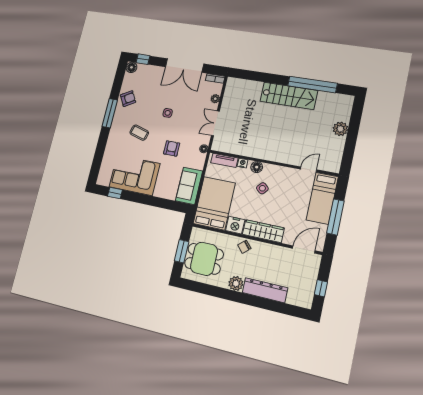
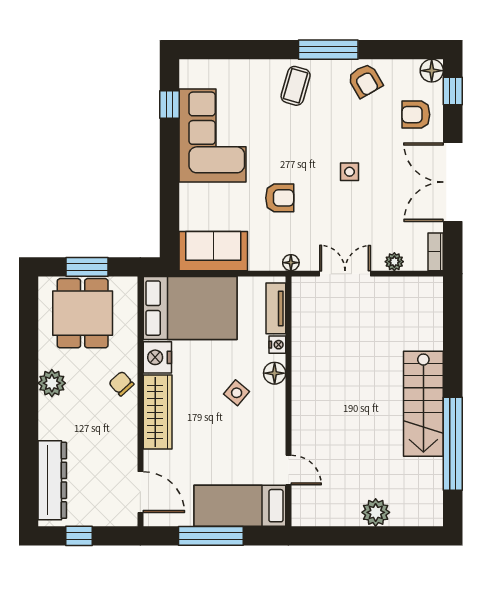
armchair: (149, 78) -> (416, 115), added
coffee table: (139, 133) -> (296, 86), moved
dresser: (265, 290) -> (52, 480), moved

